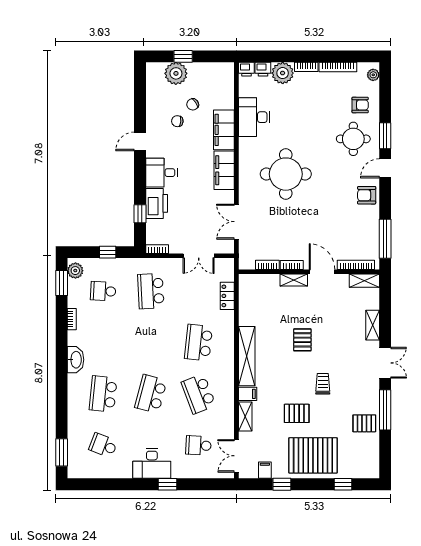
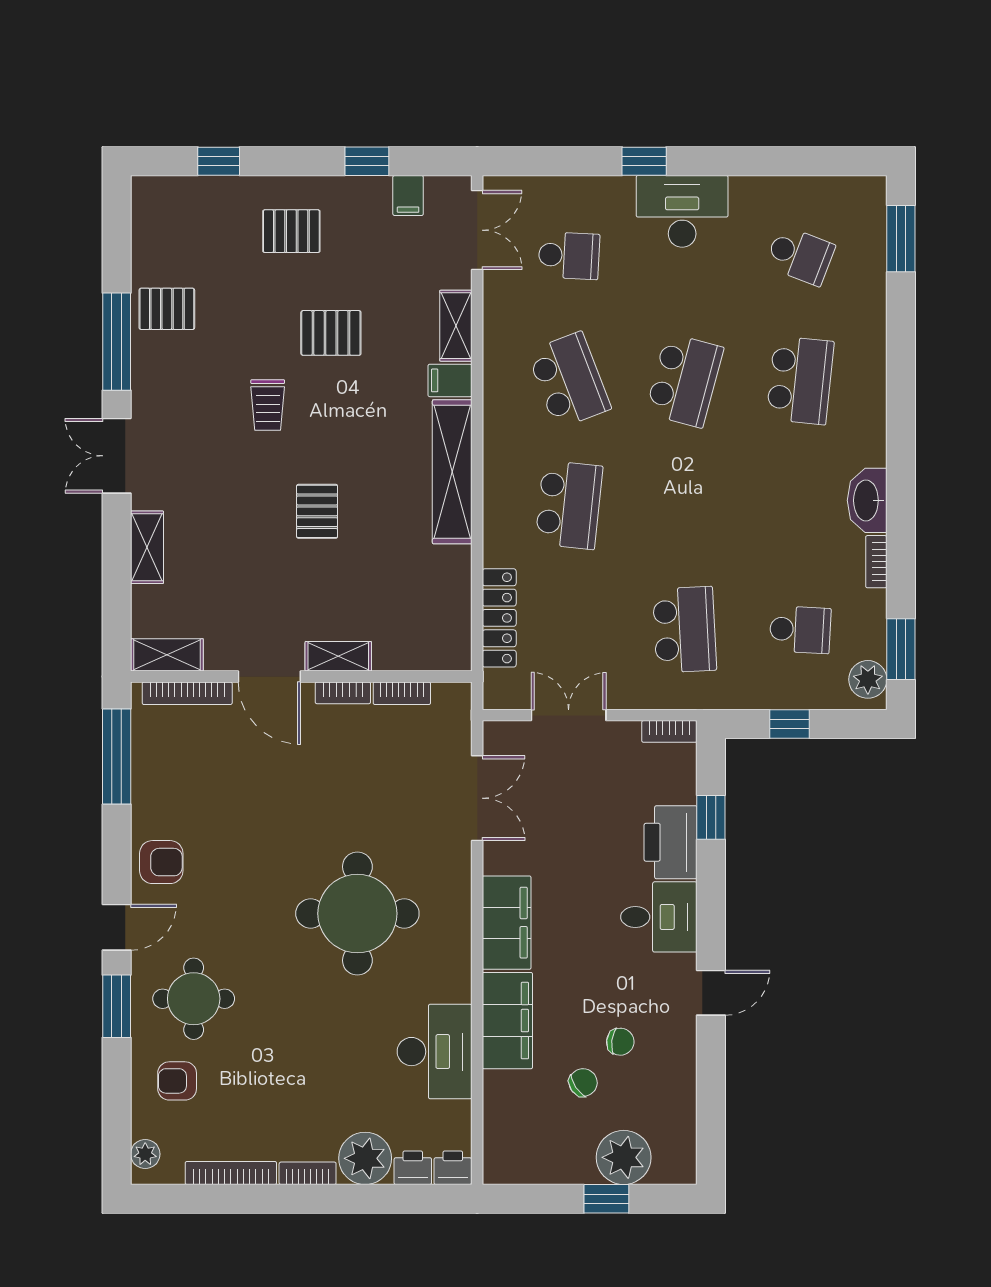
locker: (227, 296) -> (499, 618), width x1.53
washbasin: (76, 360) -> (867, 500), moved
pallet: (313, 455) -> (291, 231), width x0.49, depth x0.50

